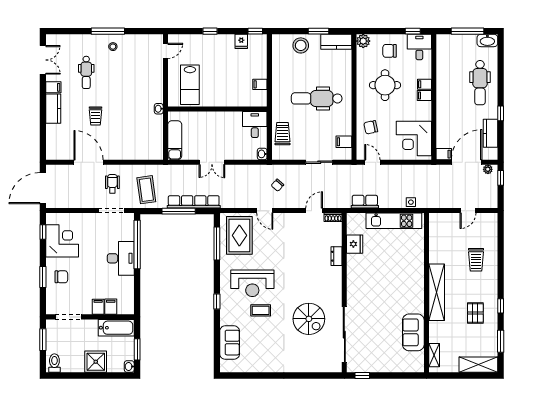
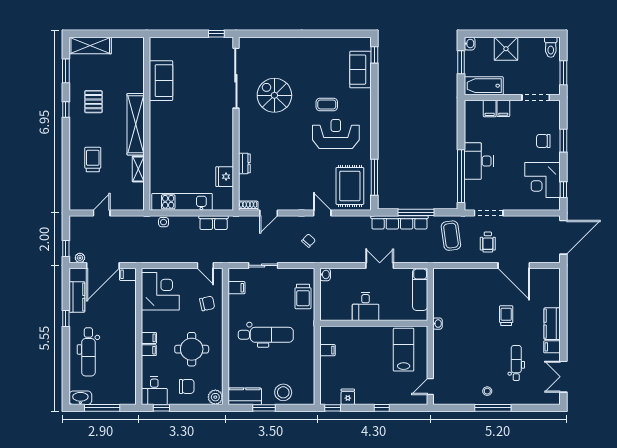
dental chair: (480, 83) -> (88, 352), turned 180
desk: (255, 125) -> (366, 306), moved
window: (217, 301) -> (374, 55), moved
shelving: (434, 355) -> (138, 169), moved

